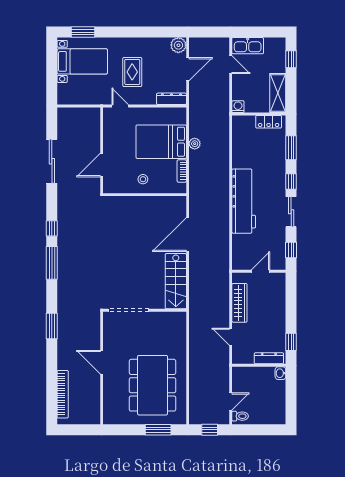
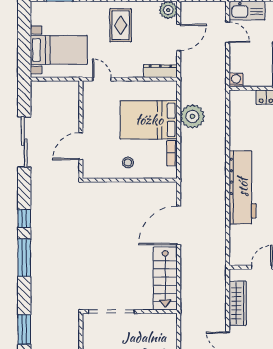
bed with nightstands: (82, 61) -> (59, 50), moved
rug: (132, 72) -> (121, 25), moved
plant: (195, 144) -> (192, 116), width x1.87, depth x1.87

